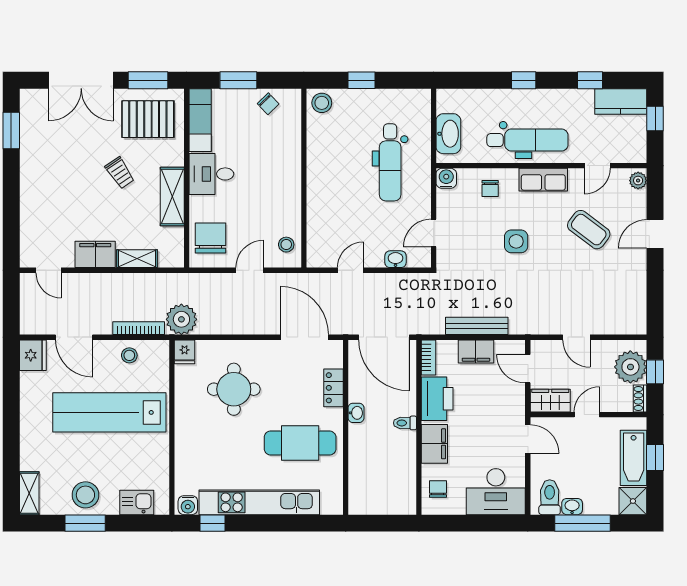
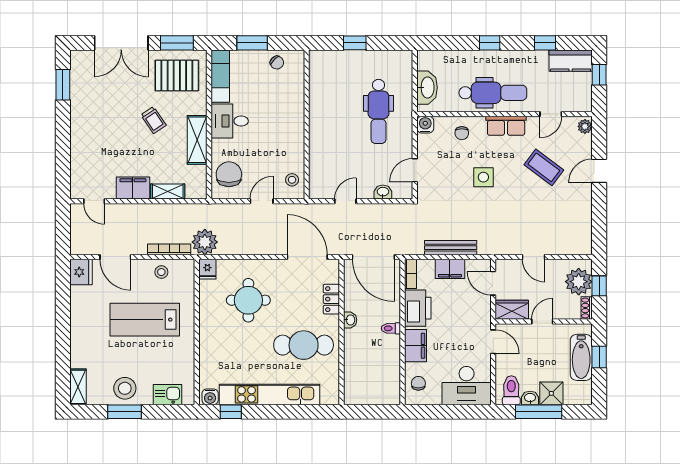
stool: (322, 103) -> (322, 62), removed
lab bench: (109, 412) -> (145, 320), width x0.73
shower: (633, 501) -> (551, 393), moved

